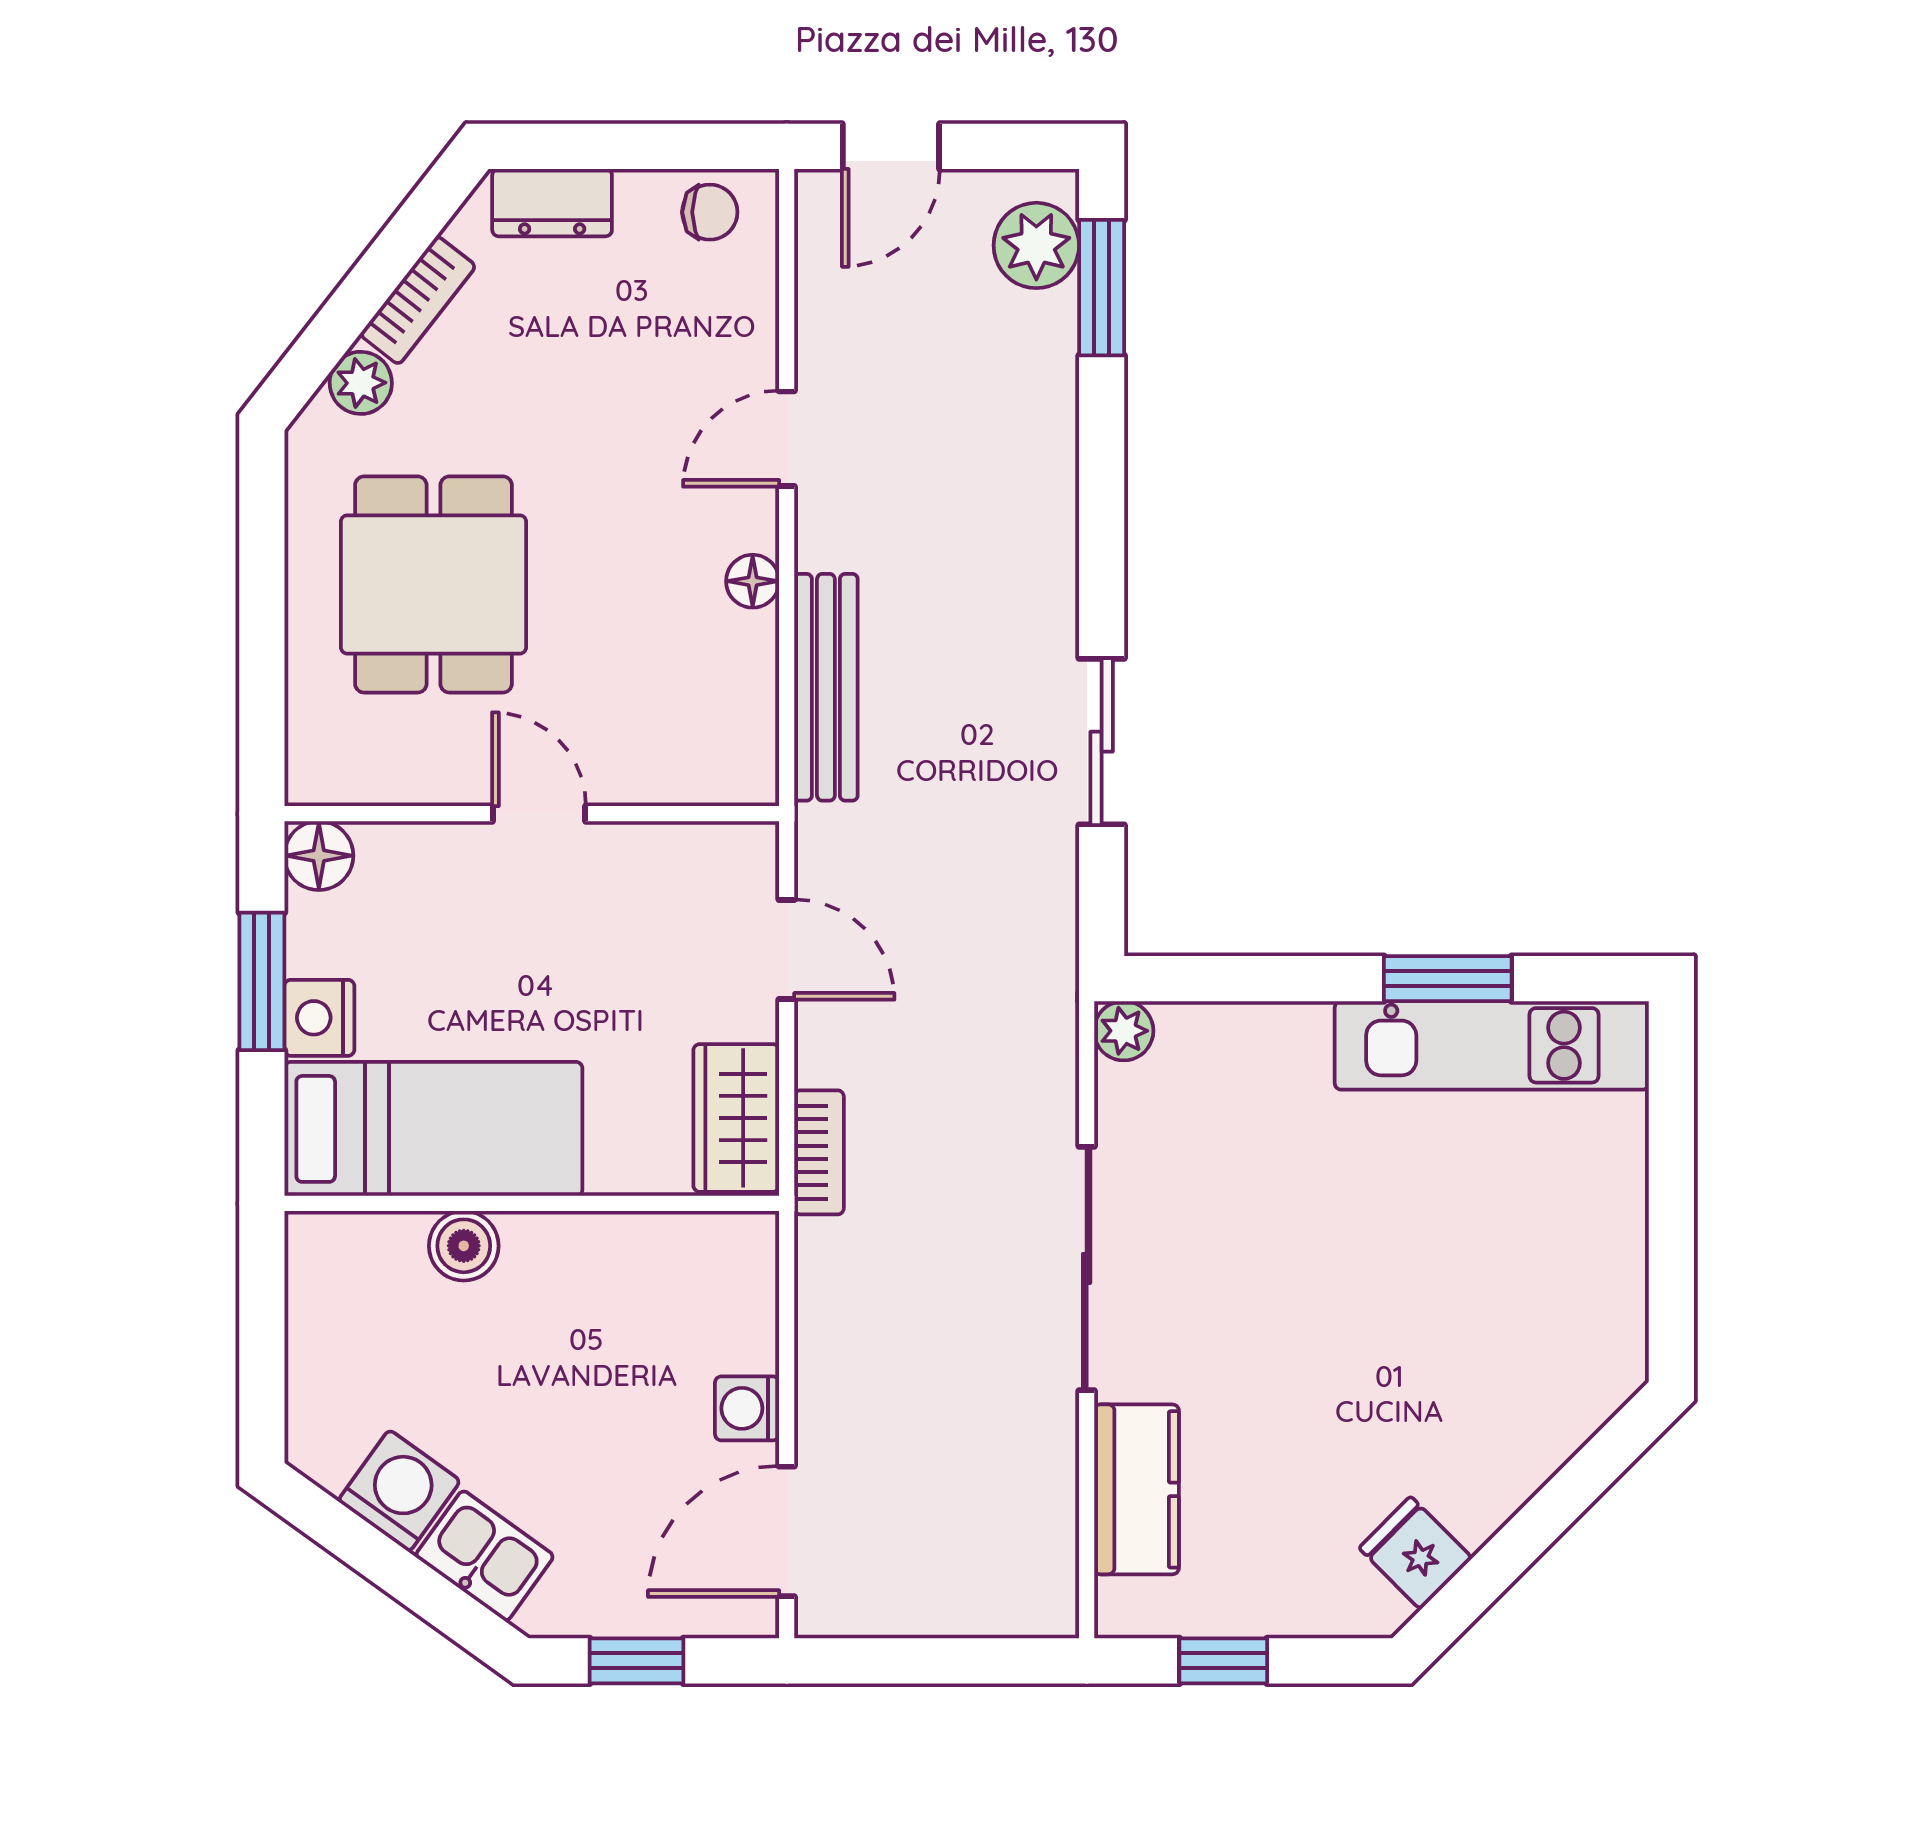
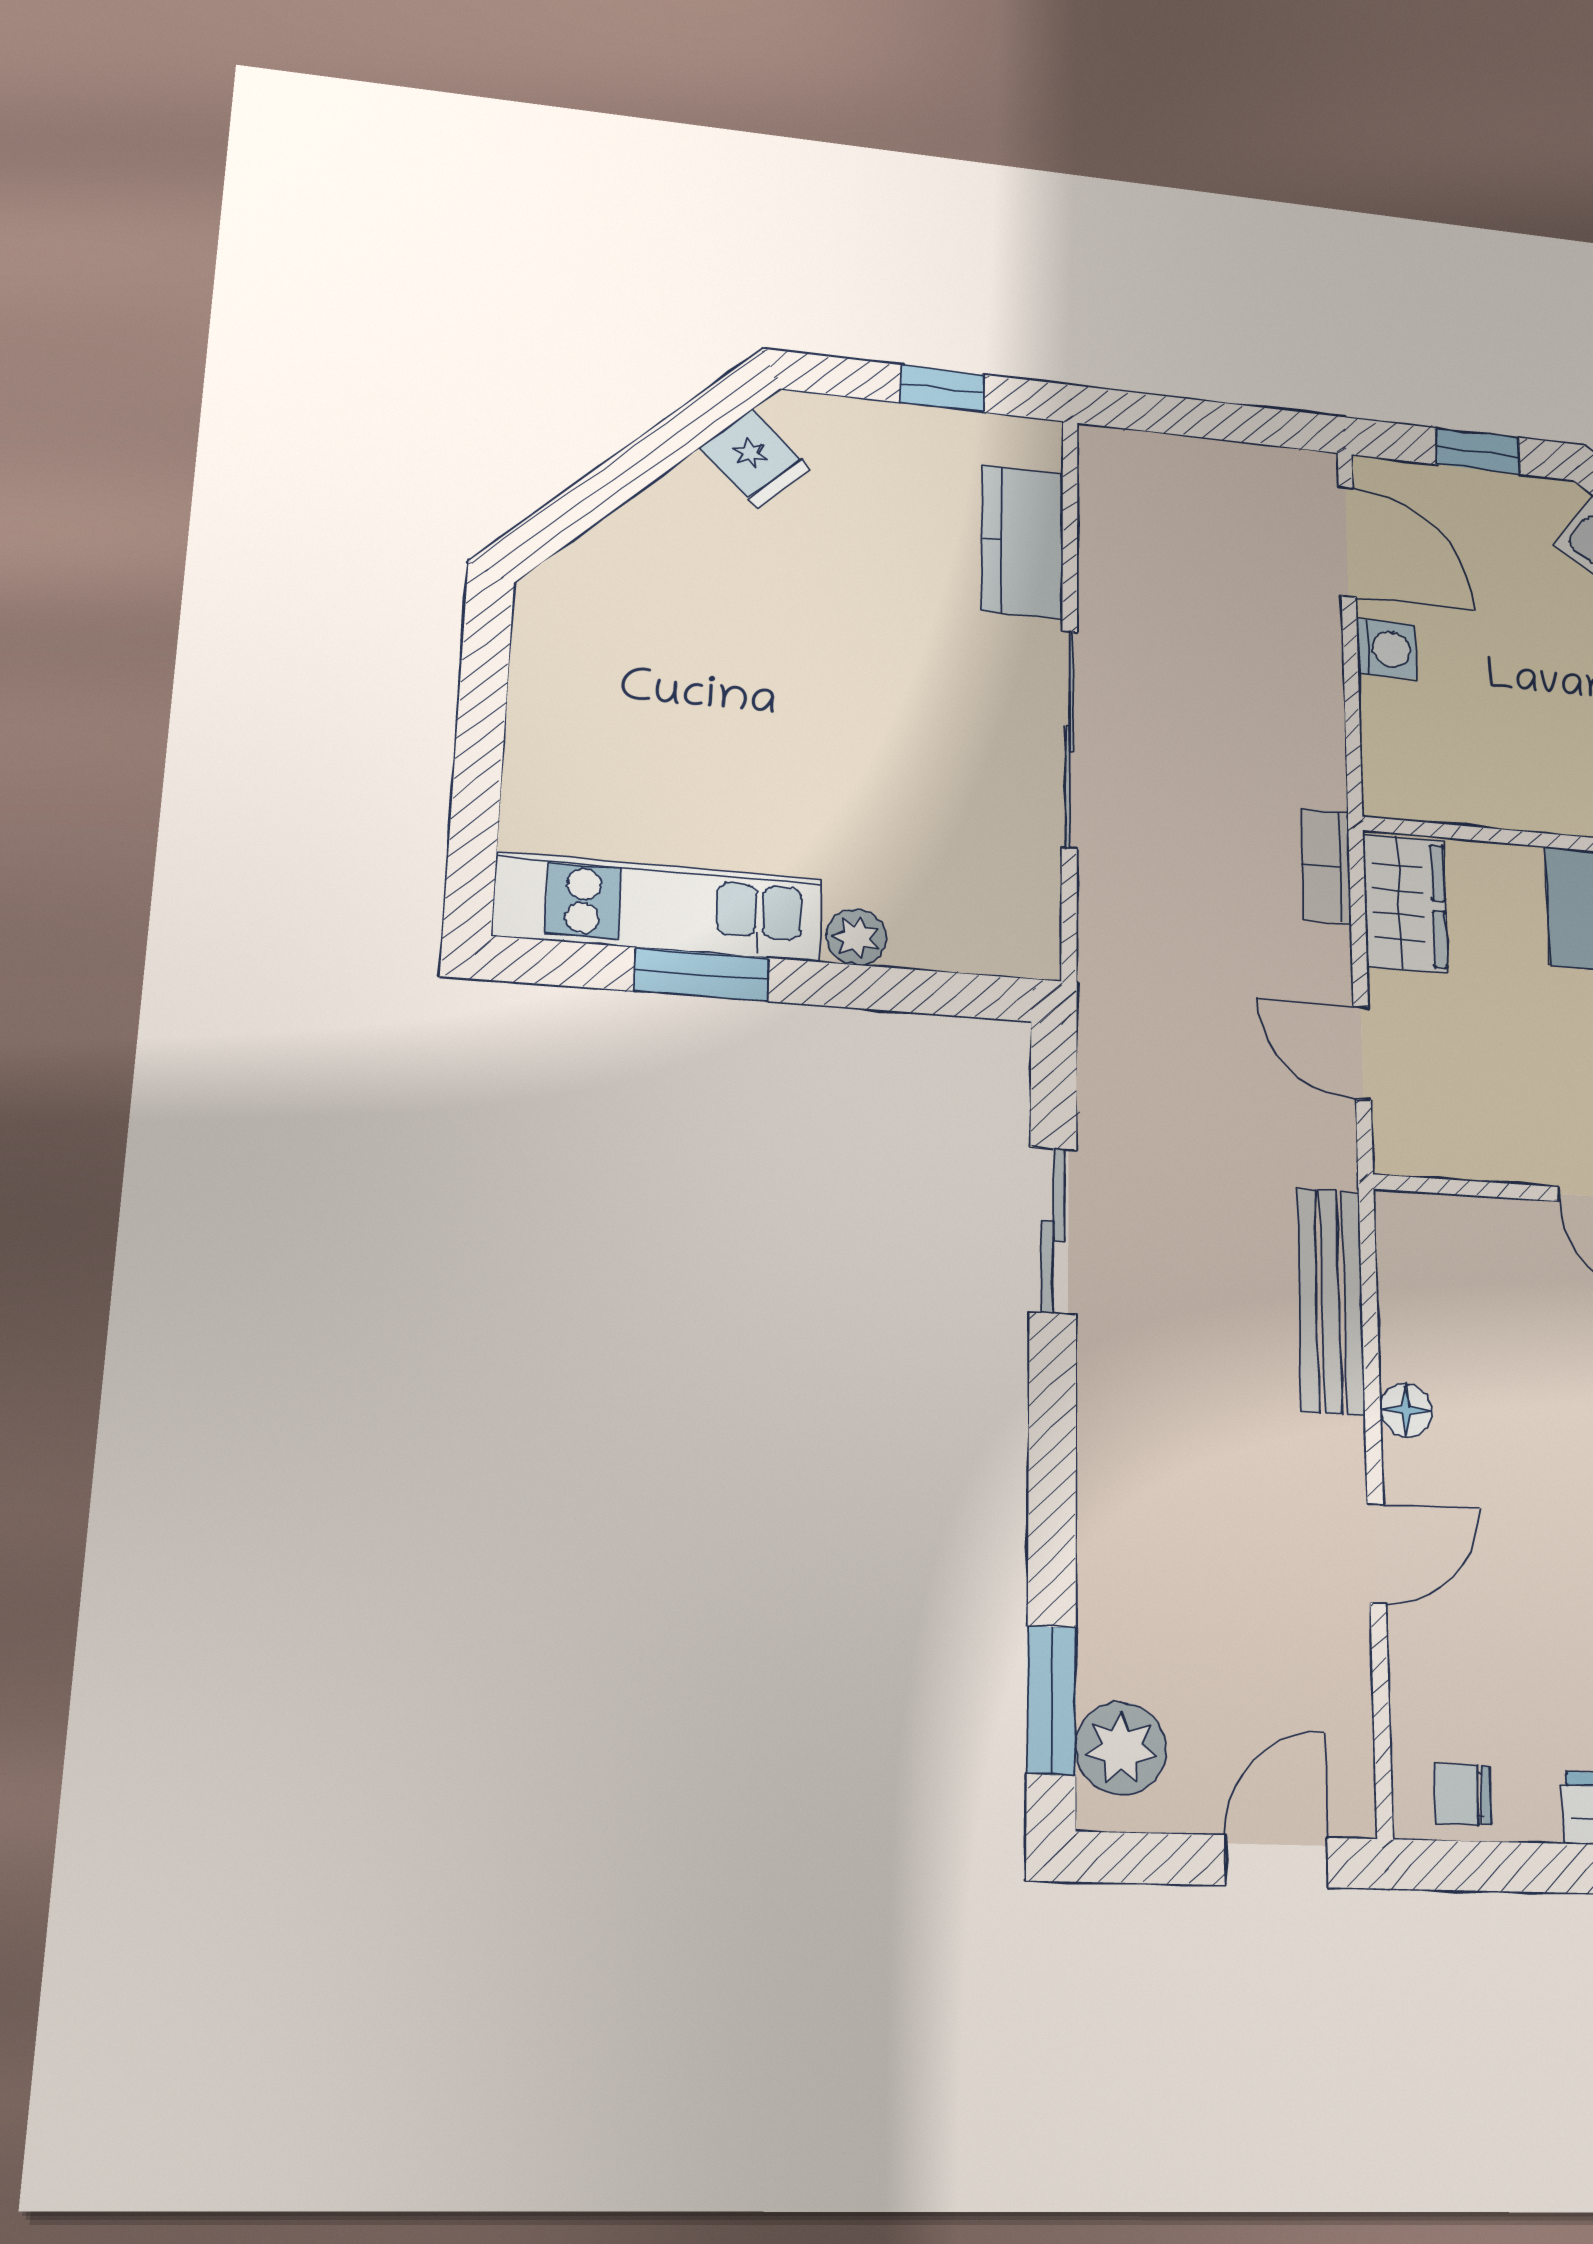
plant: (1124, 1031) -> (856, 937), moved
door: (787, 1531) -> (1347, 542), hinge flipped

